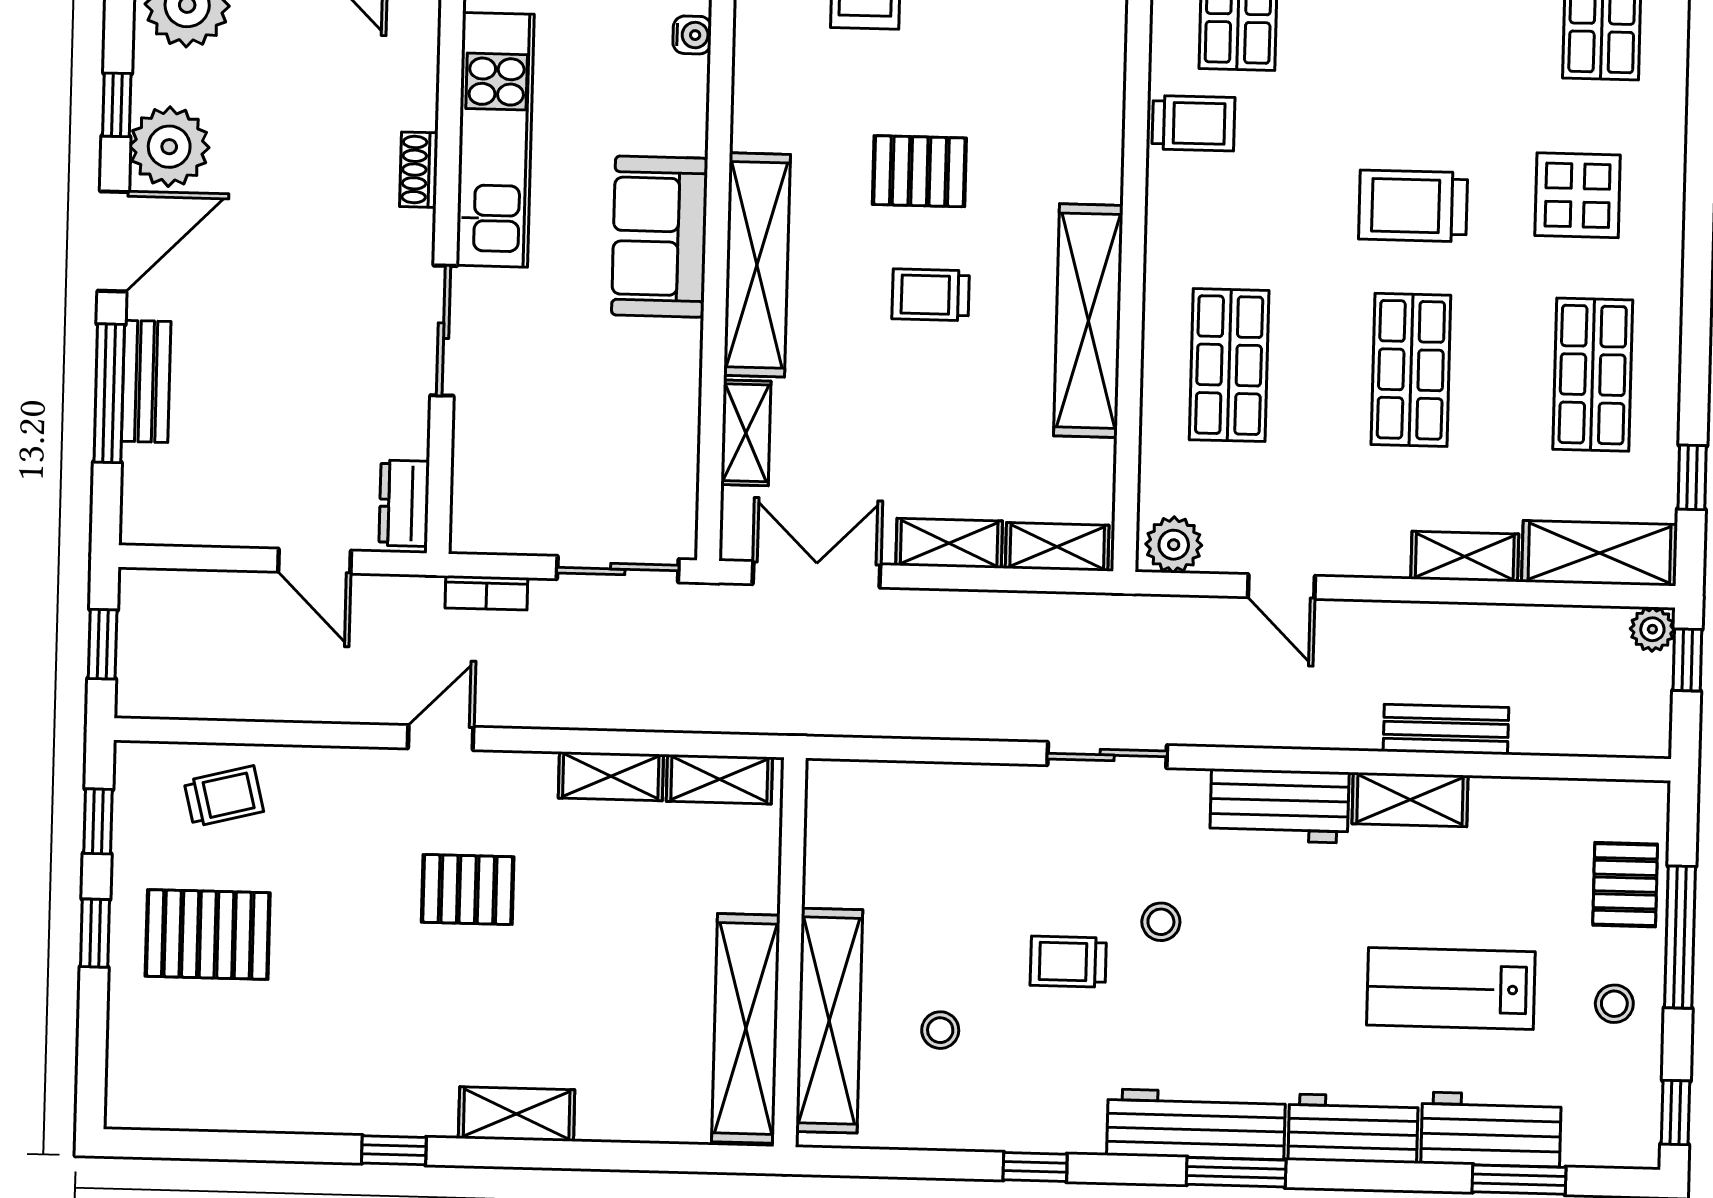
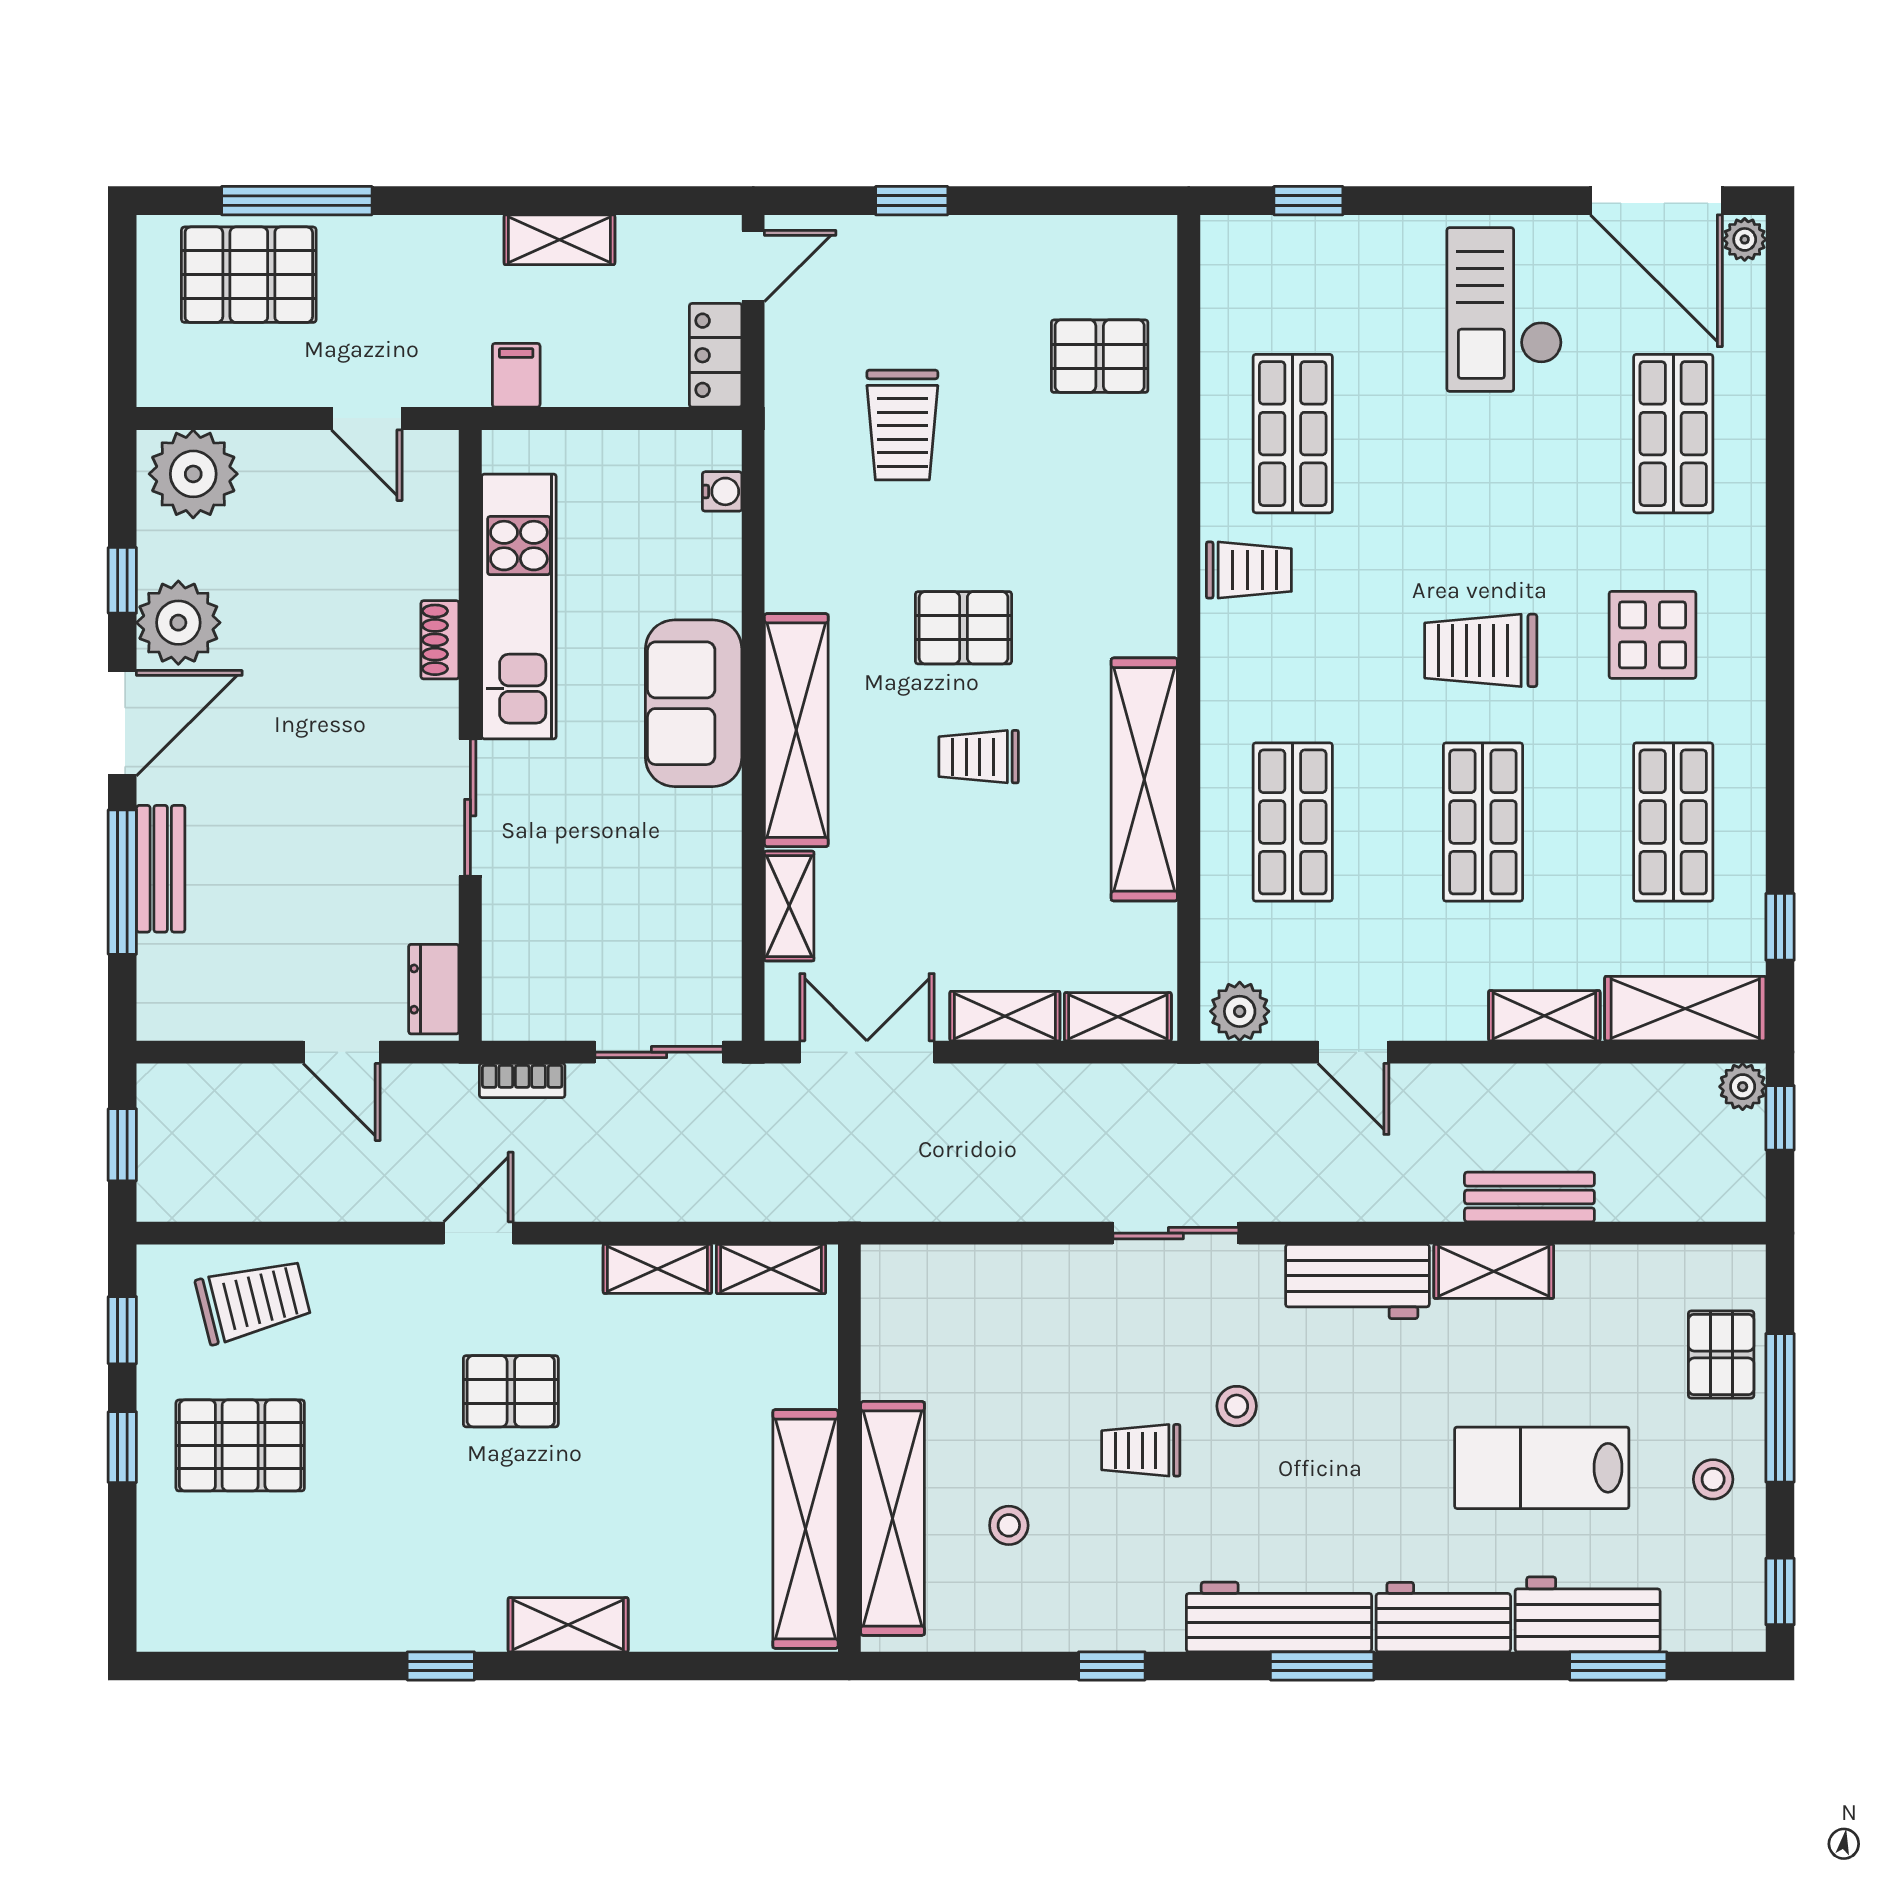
trolley: (224, 796) -> (253, 1300), width x1.36, depth x1.39

